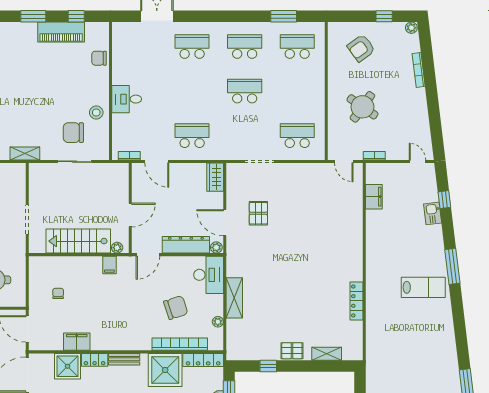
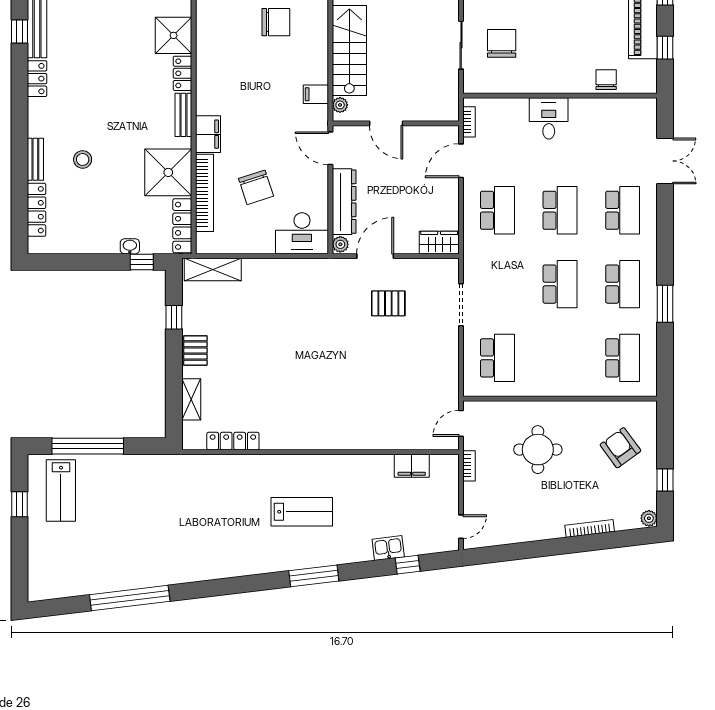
window: (284, 16) -> (665, 304), moved
school desk: (192, 91) -> (560, 210), added
round table: (362, 107) -> (538, 450), turned -35
stool: (96, 113) -> (530, 76), removed
lab bench: (423, 287) -> (302, 512), moved, turned -90
chair: (58, 293) -> (276, 22), width x1.87, depth x1.87
shelving: (234, 298) -> (213, 269), moved
locker: (356, 301) -> (233, 441), moved
plant: (218, 322) -> (236, 246), removed
filing cabinet: (77, 342) -> (208, 134), moved

